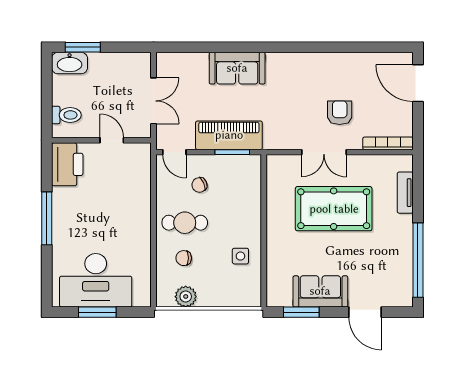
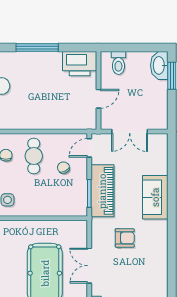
armchair: (340, 113) -> (125, 238), moved

